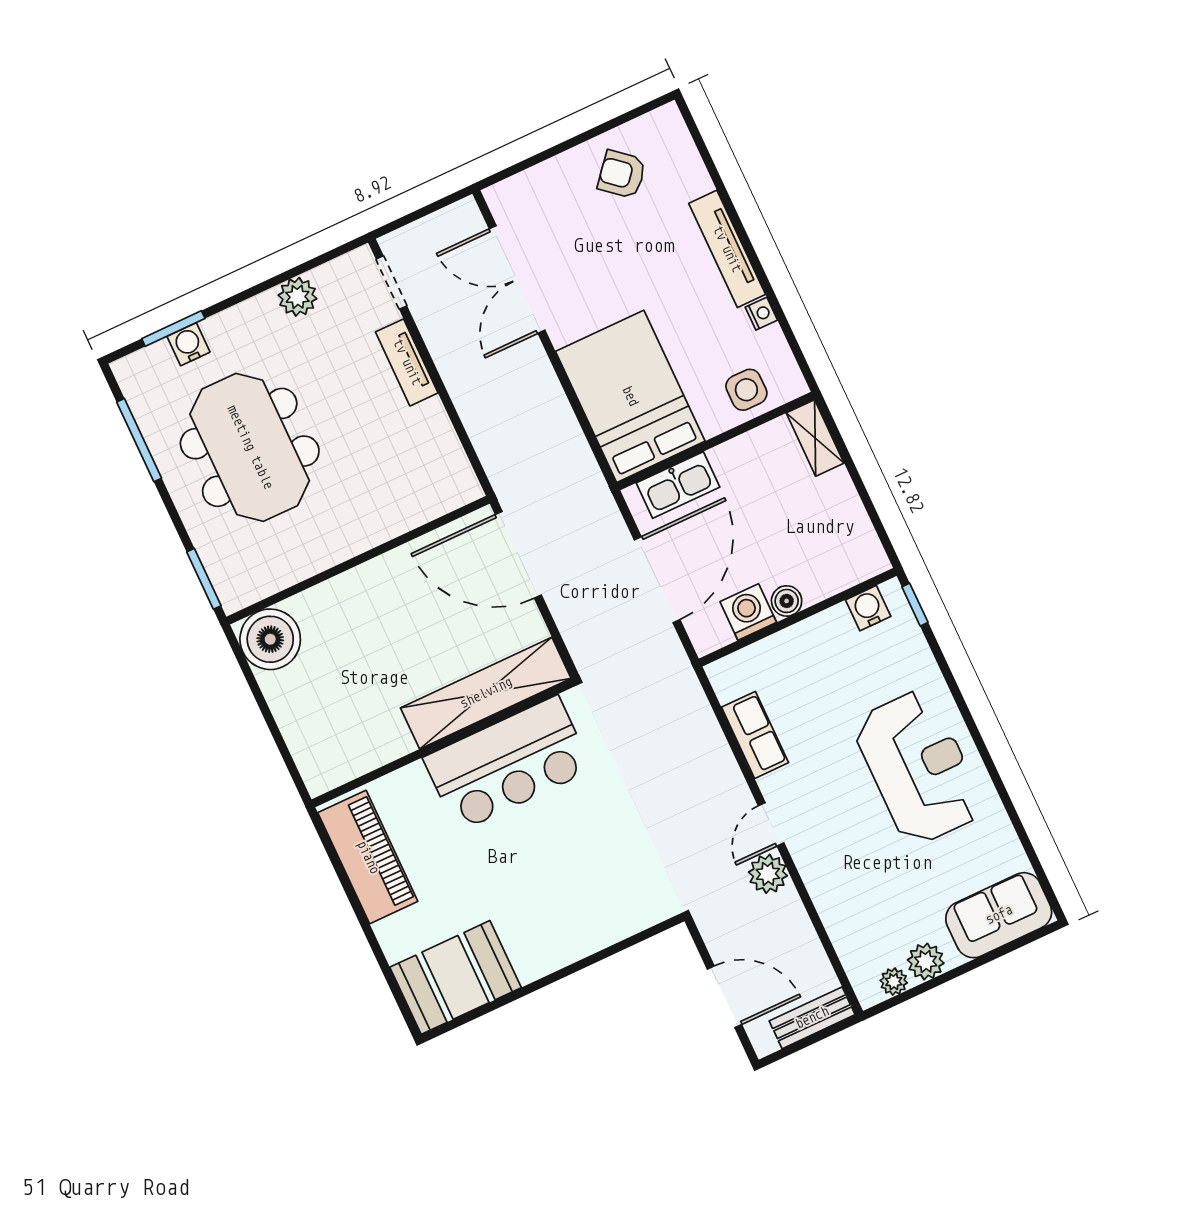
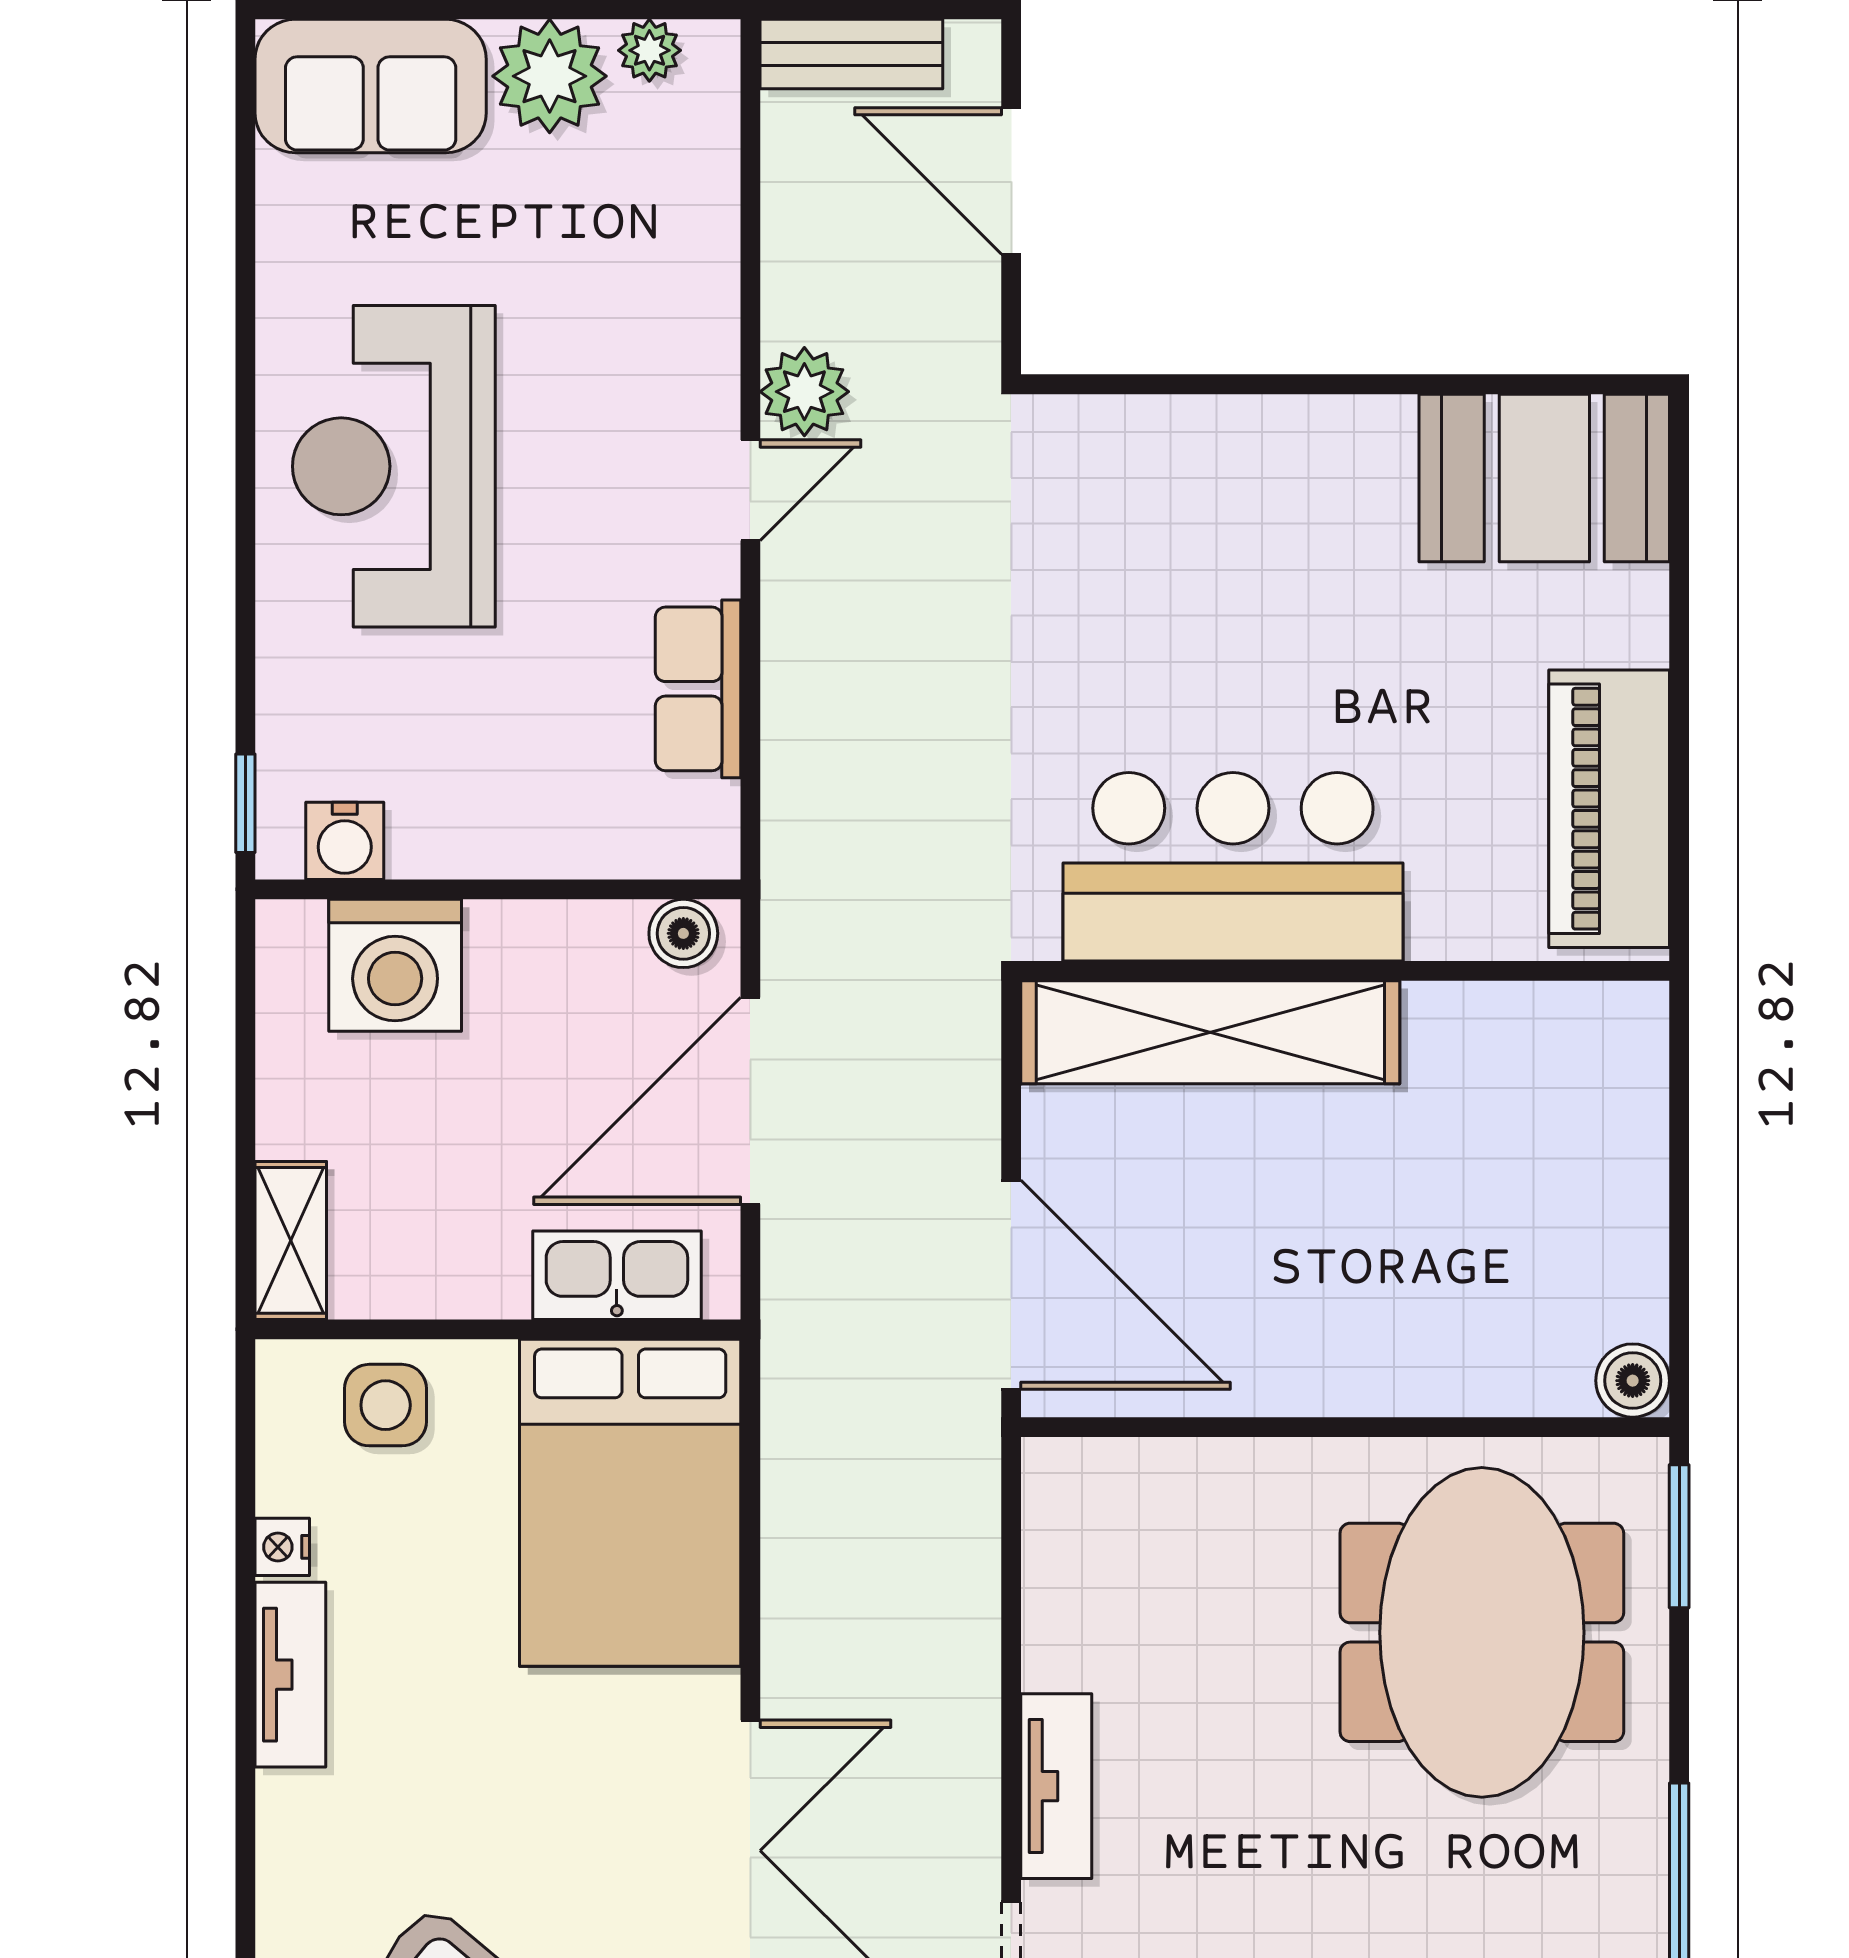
tv unit: (727, 249) -> (290, 1675), width x0.71
meeting table: (250, 447) -> (1482, 1632), moved
boiler: (787, 601) -> (683, 933), moved
washing machine: (748, 612) -> (395, 965), moved, width x1.37, depth x1.37
boiler: (270, 639) -> (1633, 1381), width x0.54, depth x0.54
plant: (926, 961) -> (550, 76), width x1.36, depth x1.36

